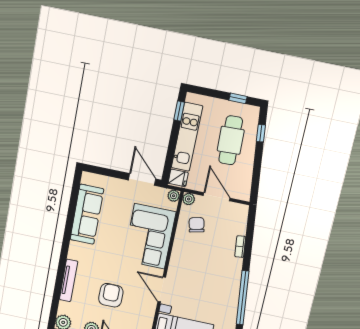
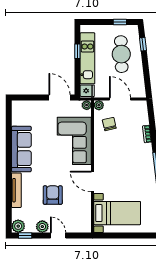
window: (179, 111) -> (77, 51), moved
sofa: (87, 214) -> (21, 149), moved

